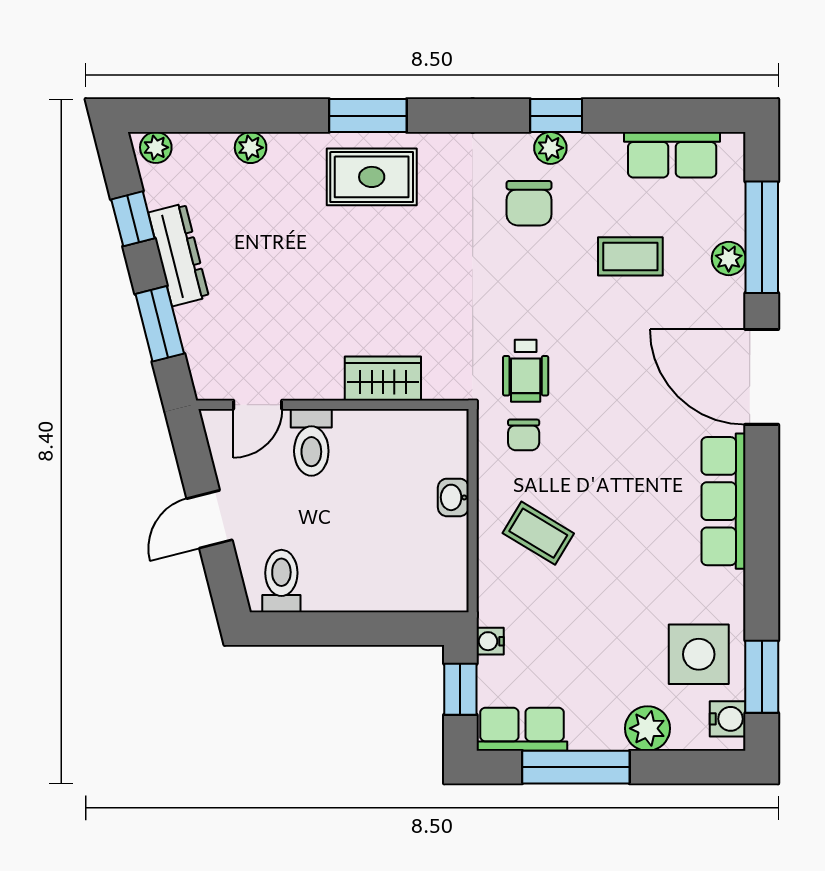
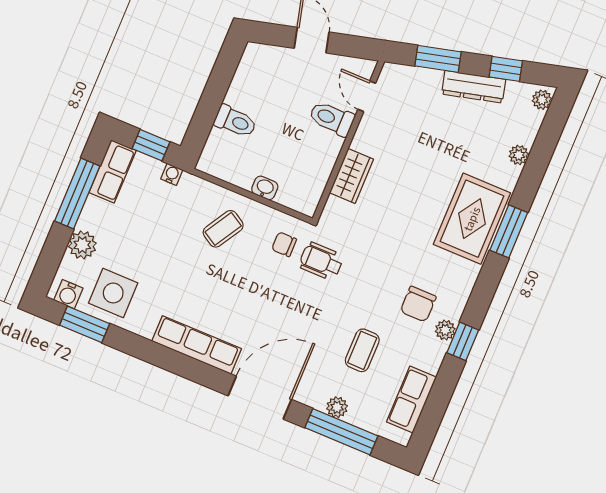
rug: (372, 177) -> (472, 219), width x1.36, depth x1.43
chair: (529, 203) -> (418, 304), turned -90
toilet: (281, 581) -> (235, 121), moved

